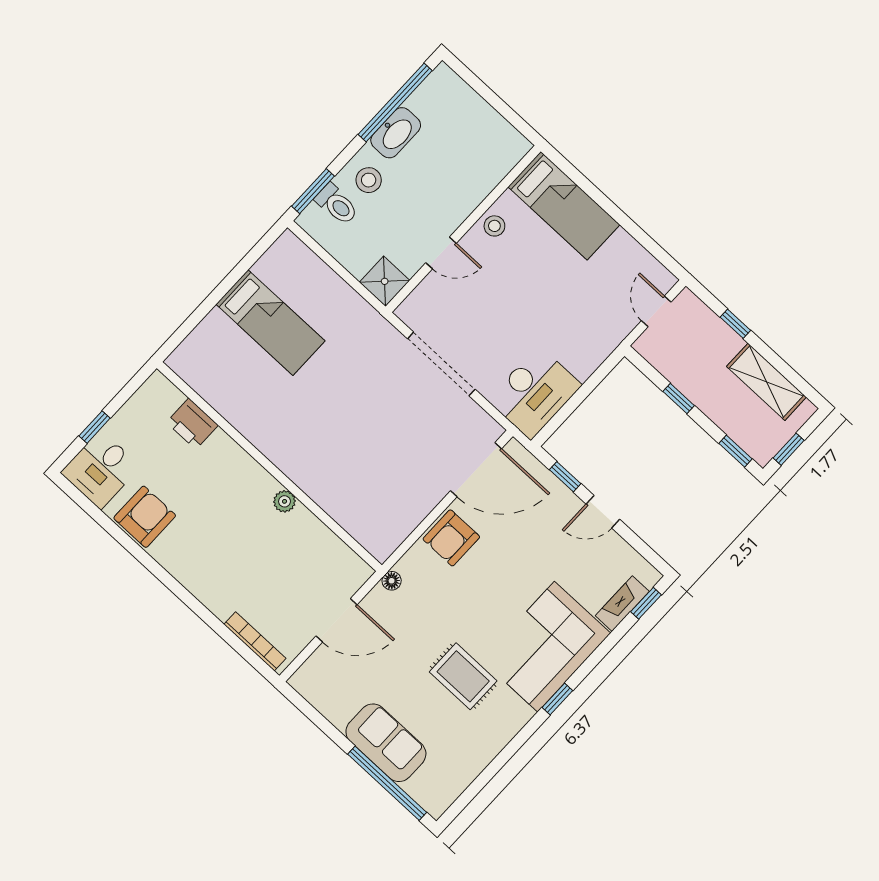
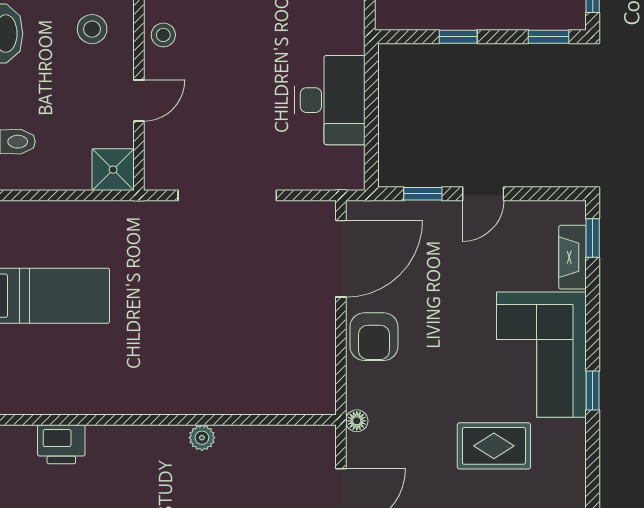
stool: (369, 180) -> (92, 29), moved
desk: (535, 393) -> (330, 100), moved

